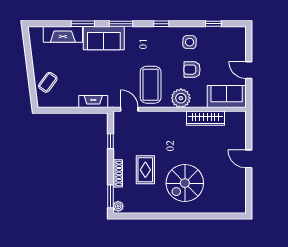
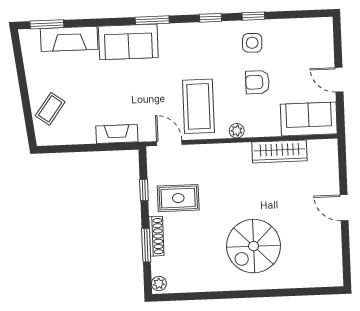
window: (83, 24) -> (47, 24), moved
window: (213, 24) -> (253, 16), moved
plant: (181, 98) -> (237, 131), width x0.53, depth x0.53
rug: (145, 170) -> (178, 198), moved, turned 90
window: (110, 196) -> (146, 245), moved

